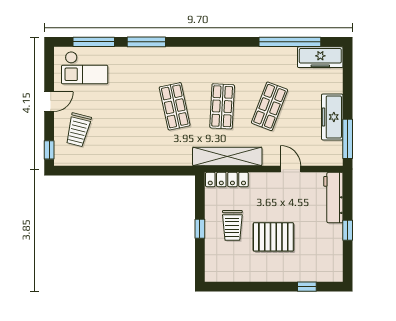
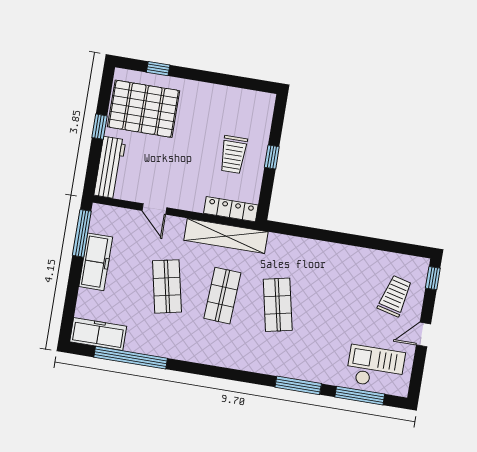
shop shelf: (269, 106) -> (167, 286), turned -33
trolley: (232, 225) -> (233, 155), turned 180
pallet: (273, 237) -> (144, 109), moved, width x1.37, depth x1.41

